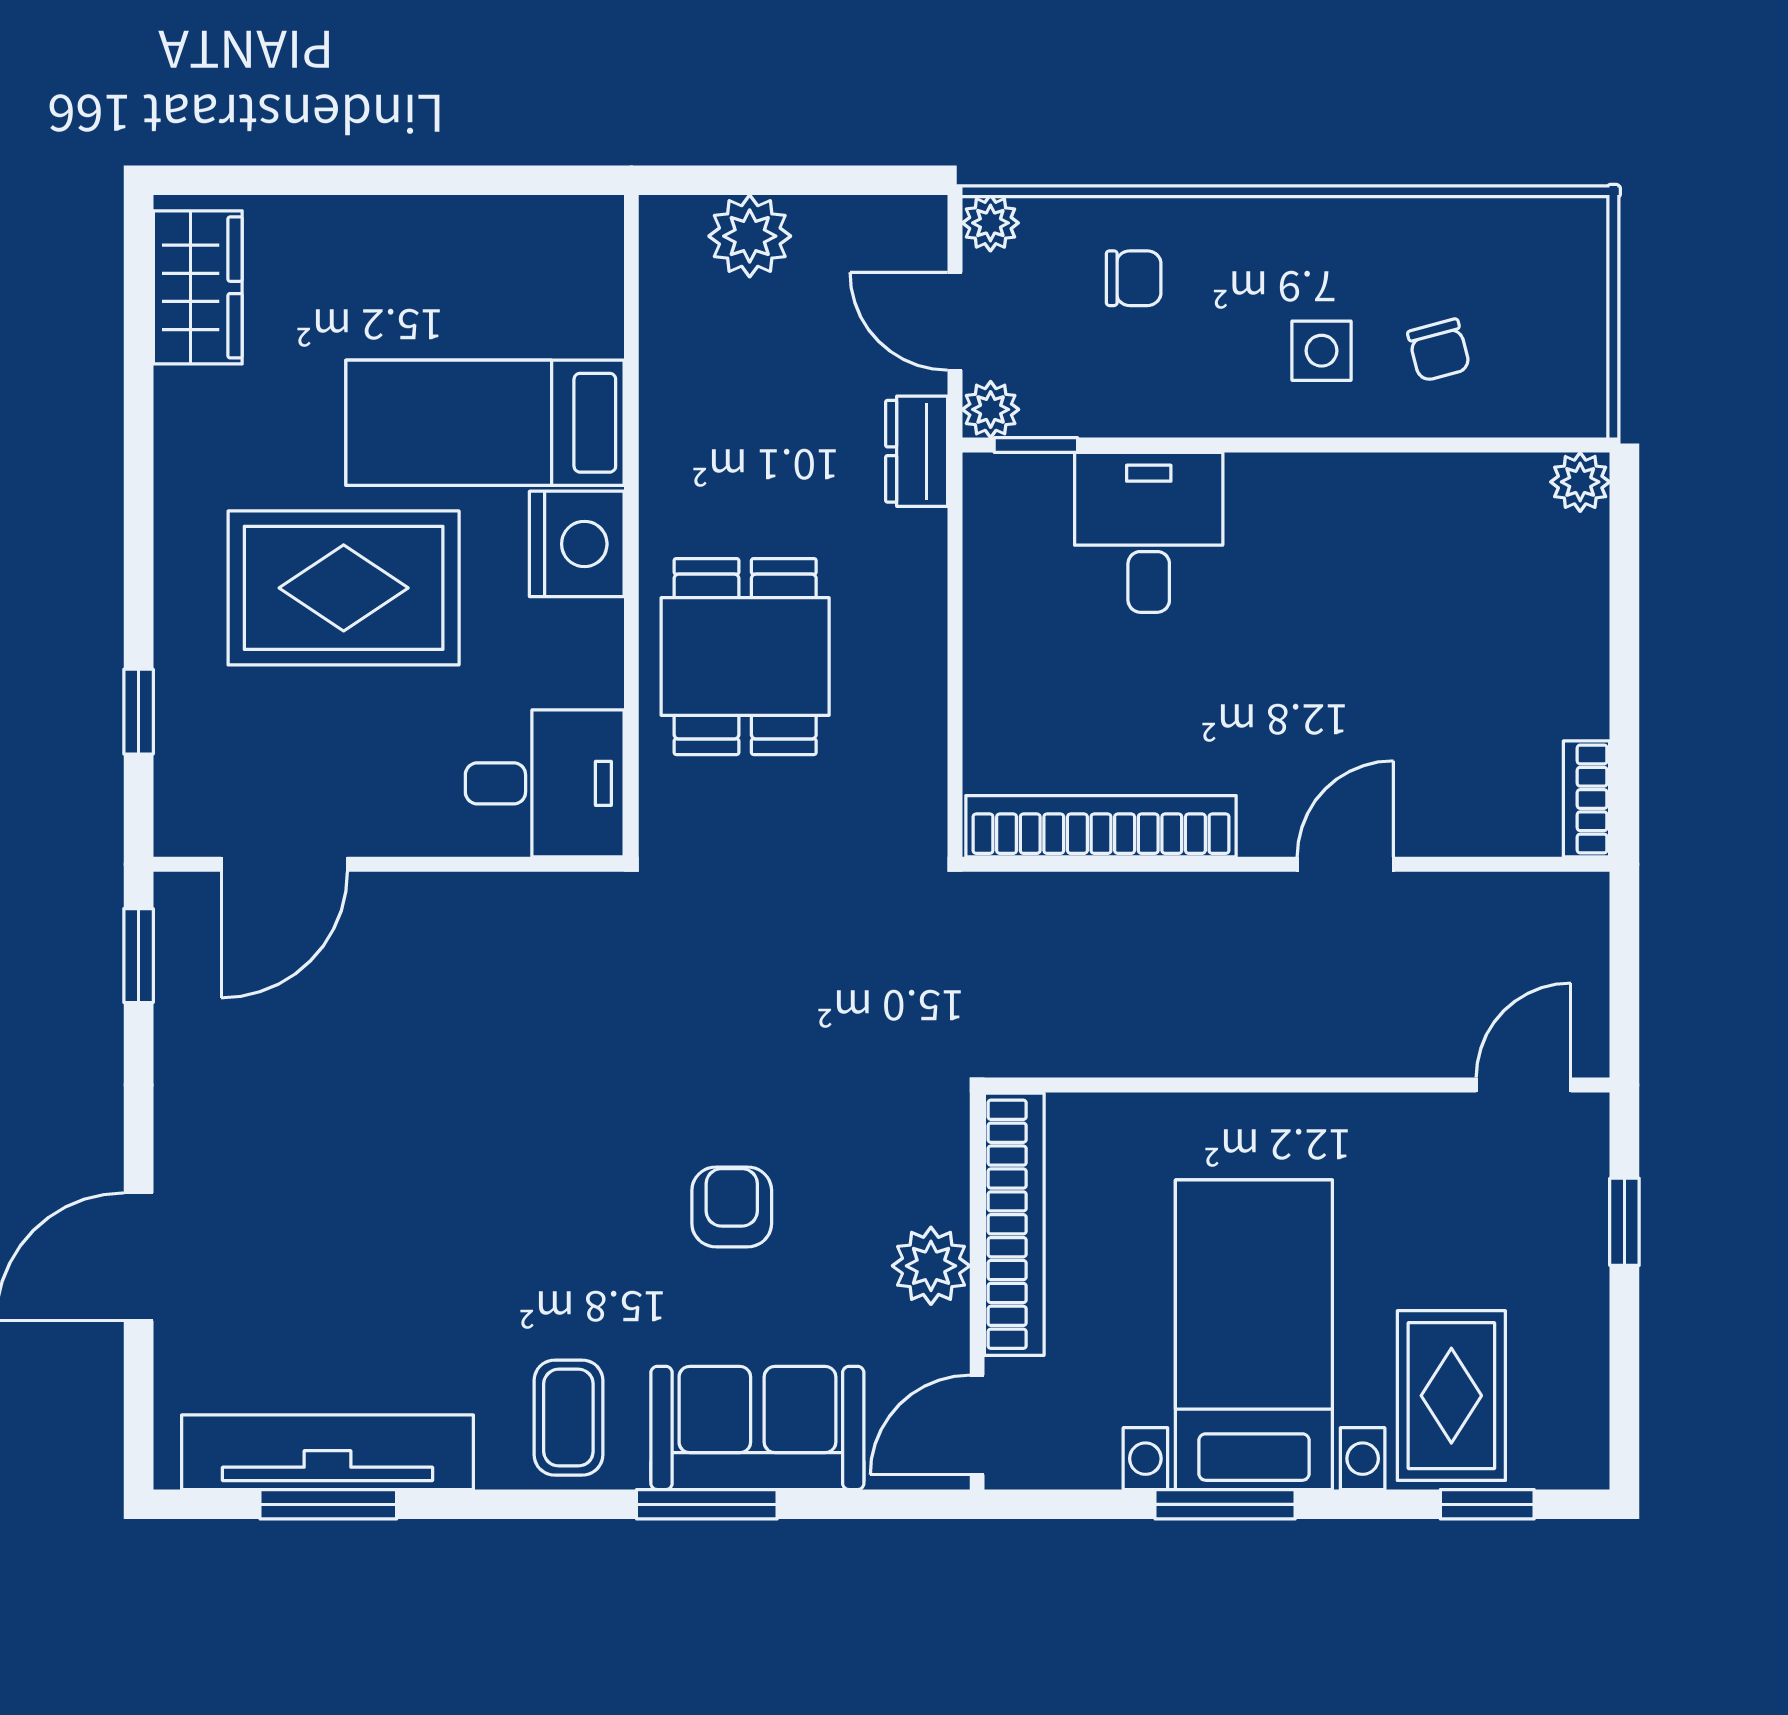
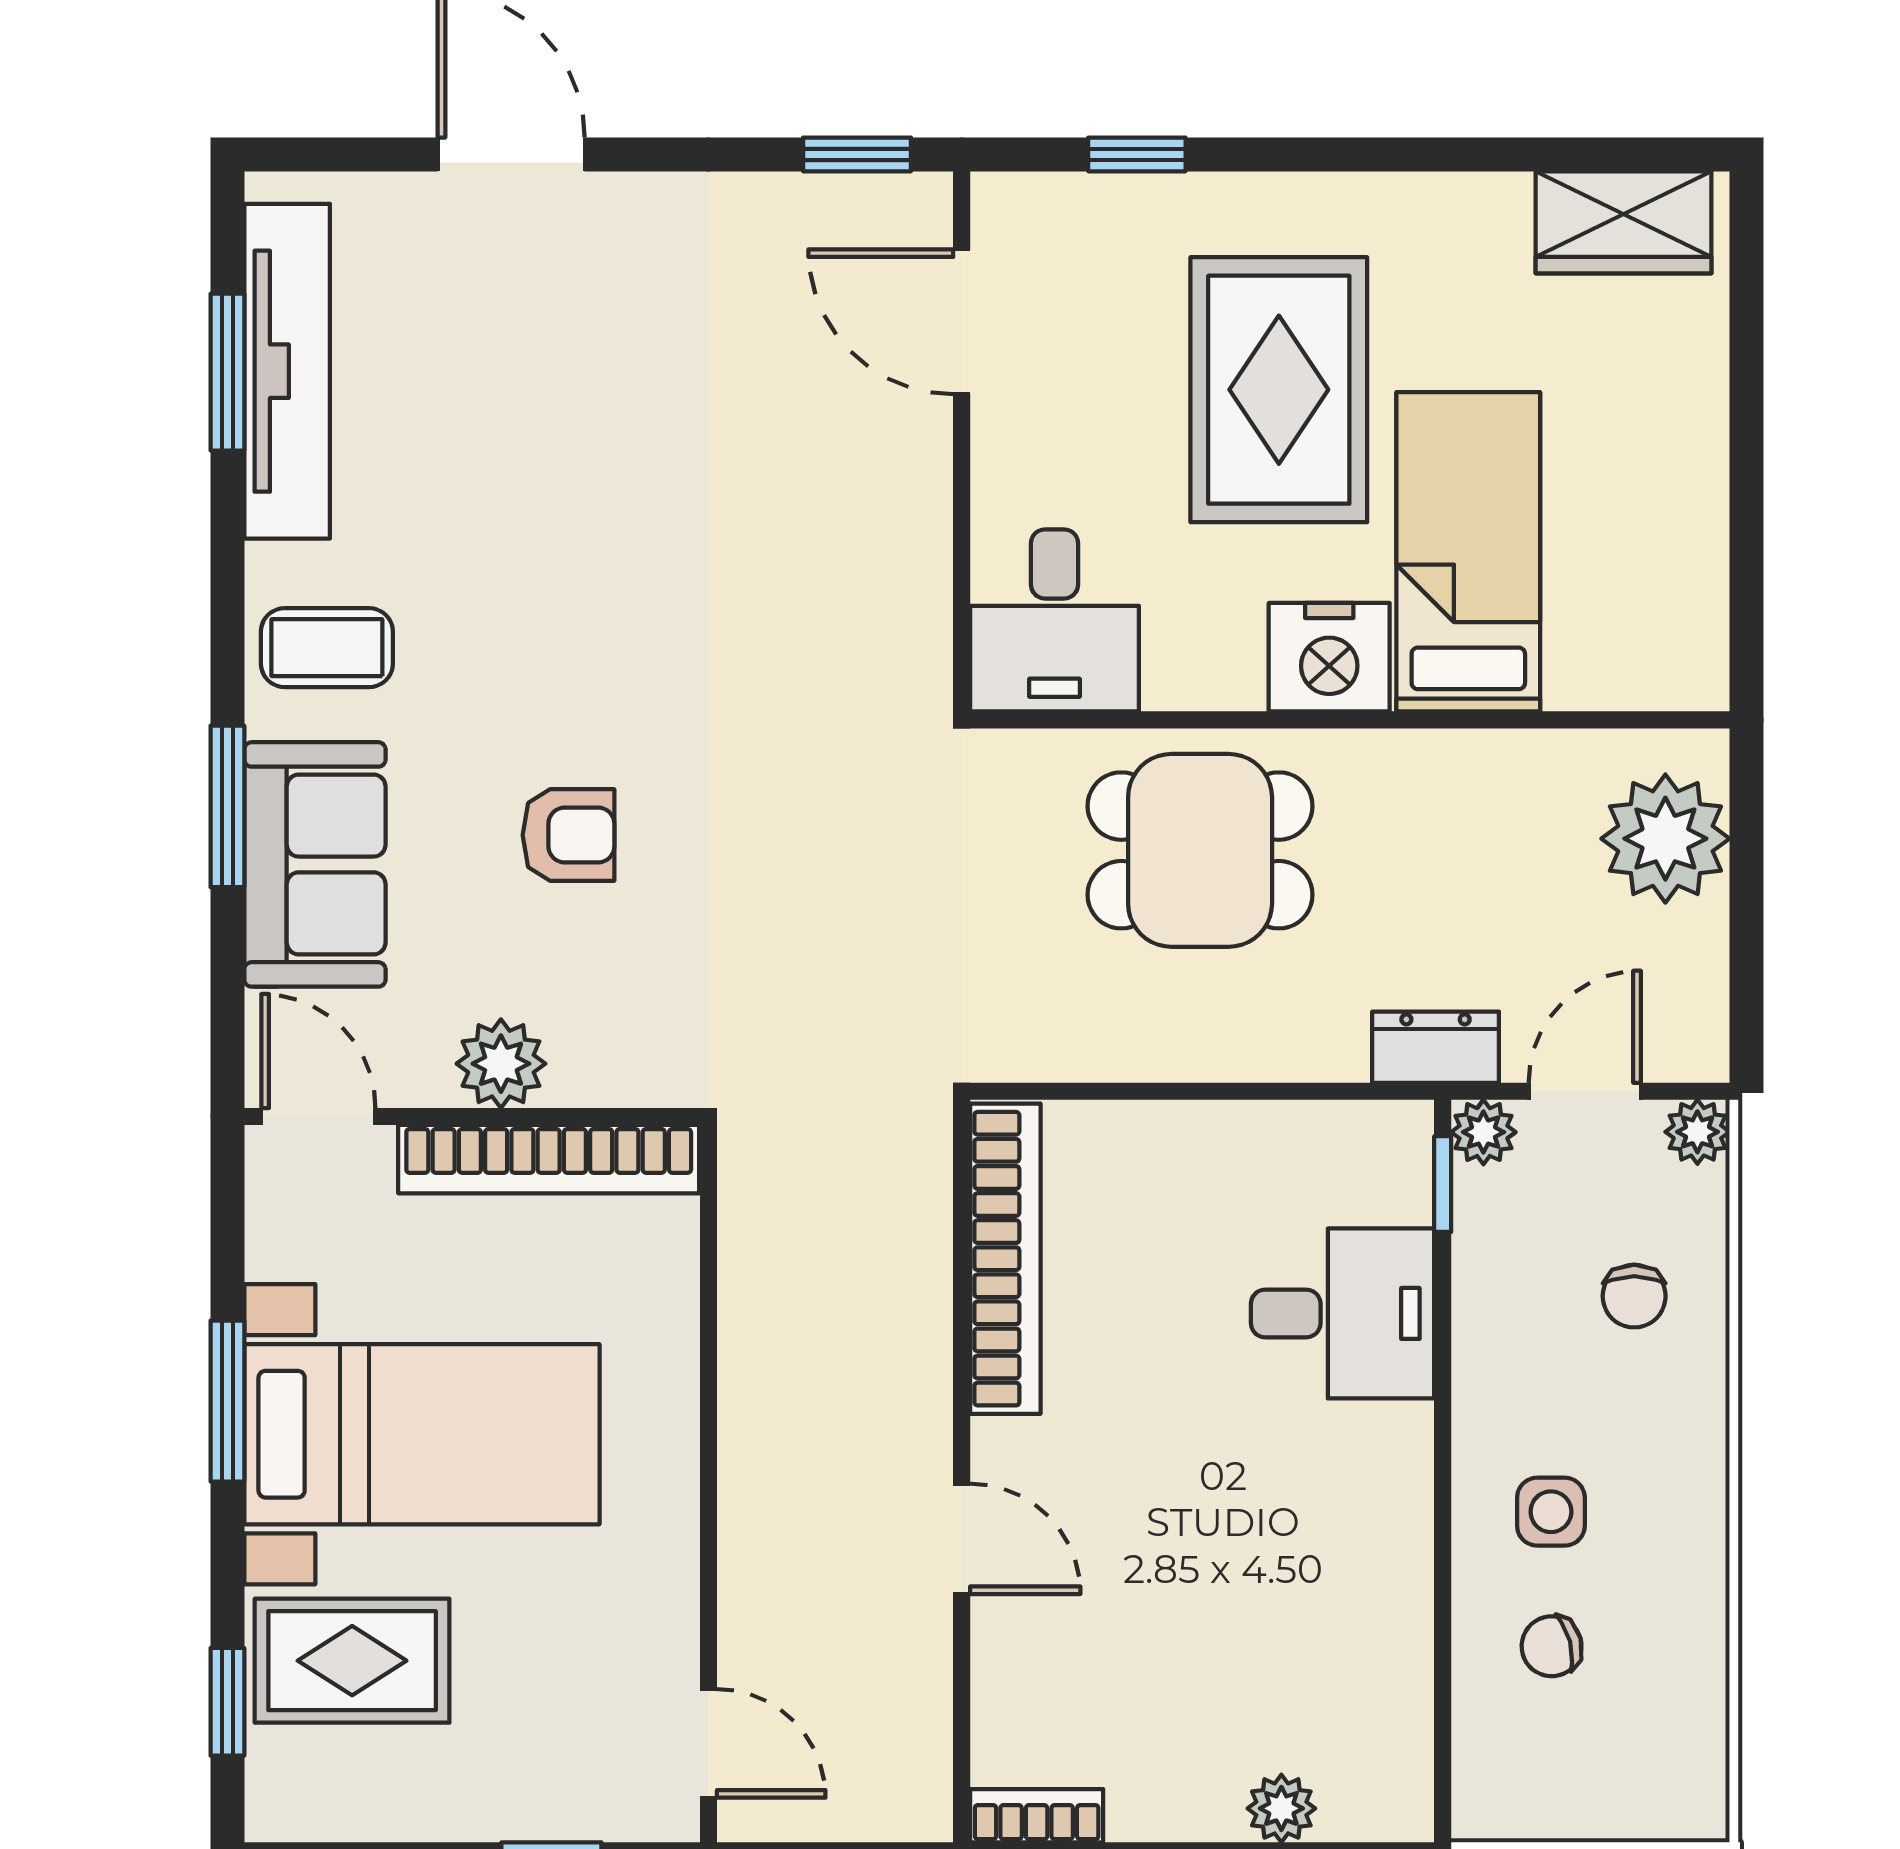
plant: (750, 236) -> (1665, 839), width x1.36, depth x1.36
plant: (1580, 482) -> (1281, 1808), moved

